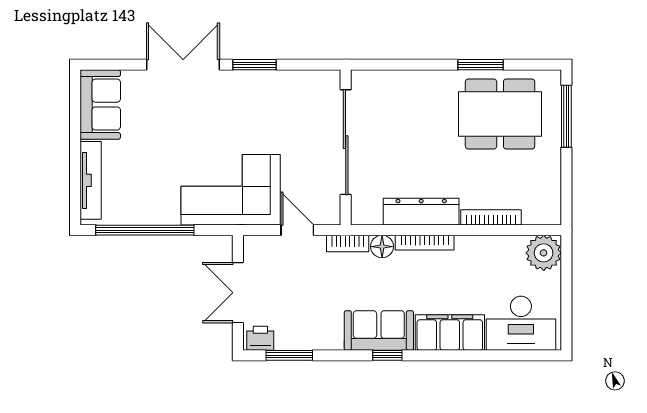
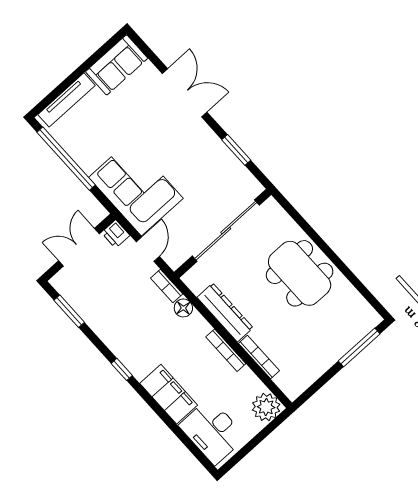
window: (255, 65) -> (236, 150), moved
window: (480, 65) -> (344, 269), removed
dining table: (500, 114) -> (300, 273), moved
bookcase: (425, 243) -> (226, 350), moved
sofa: (379, 330) -> (132, 351), removed
printer: (260, 338) -> (116, 234), moved, turned 180

